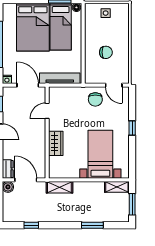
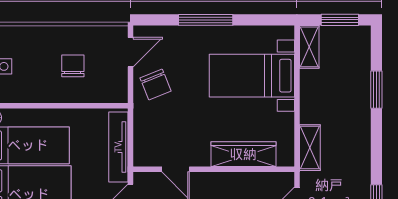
chair: (95, 99) -> (156, 84), turned 68
window: (132, 128) -> (206, 20), width x2.17
wardrobe: (56, 143) -> (243, 154), width x1.50

